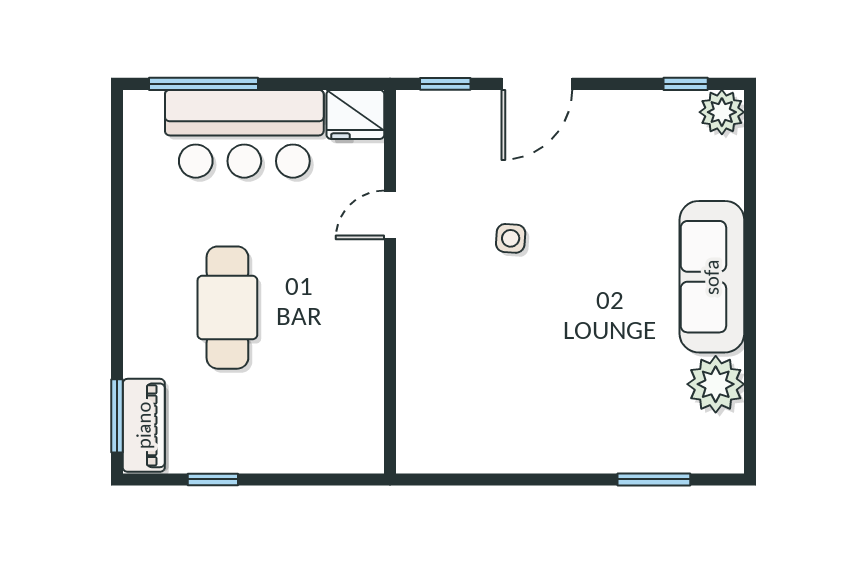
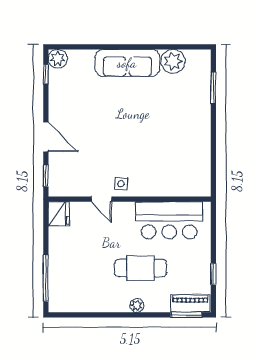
bar counter: (244, 134) -> (169, 220), moved, turned 90
side table: (511, 238) -> (121, 184), moved
plant: (139, 299) -> (137, 305), added

